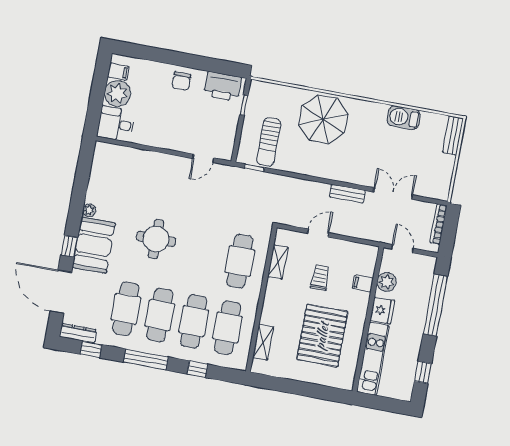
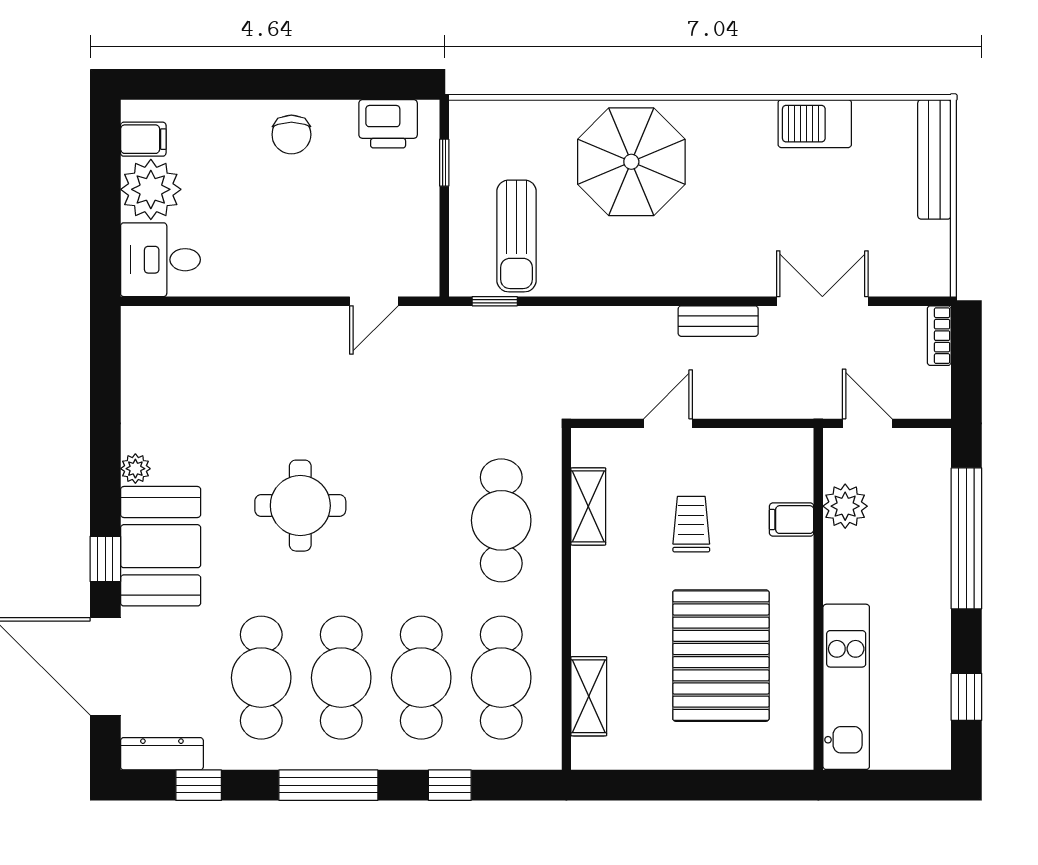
printer: (223, 86) -> (388, 124), width x0.73, depth x0.84
bench: (453, 135) -> (934, 159), width x1.36
bookcase: (438, 224) -> (939, 336), width x0.64
fridge: (382, 310) -> (847, 573), removed

